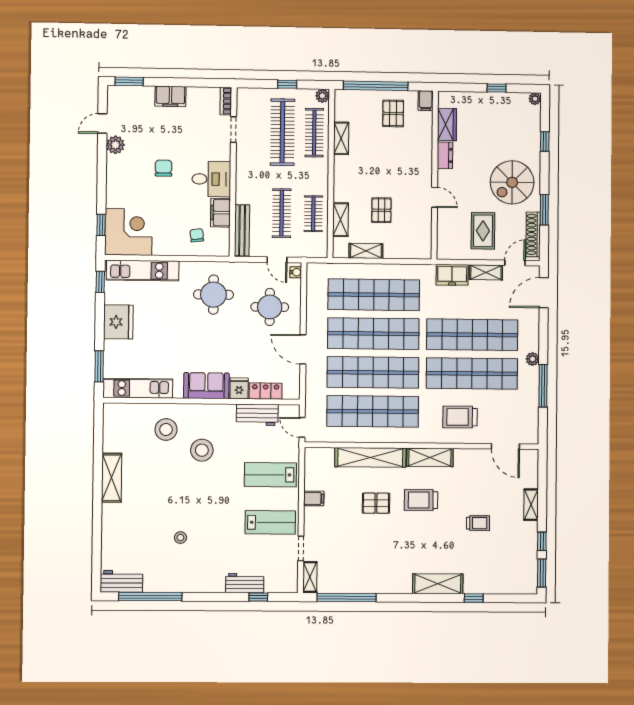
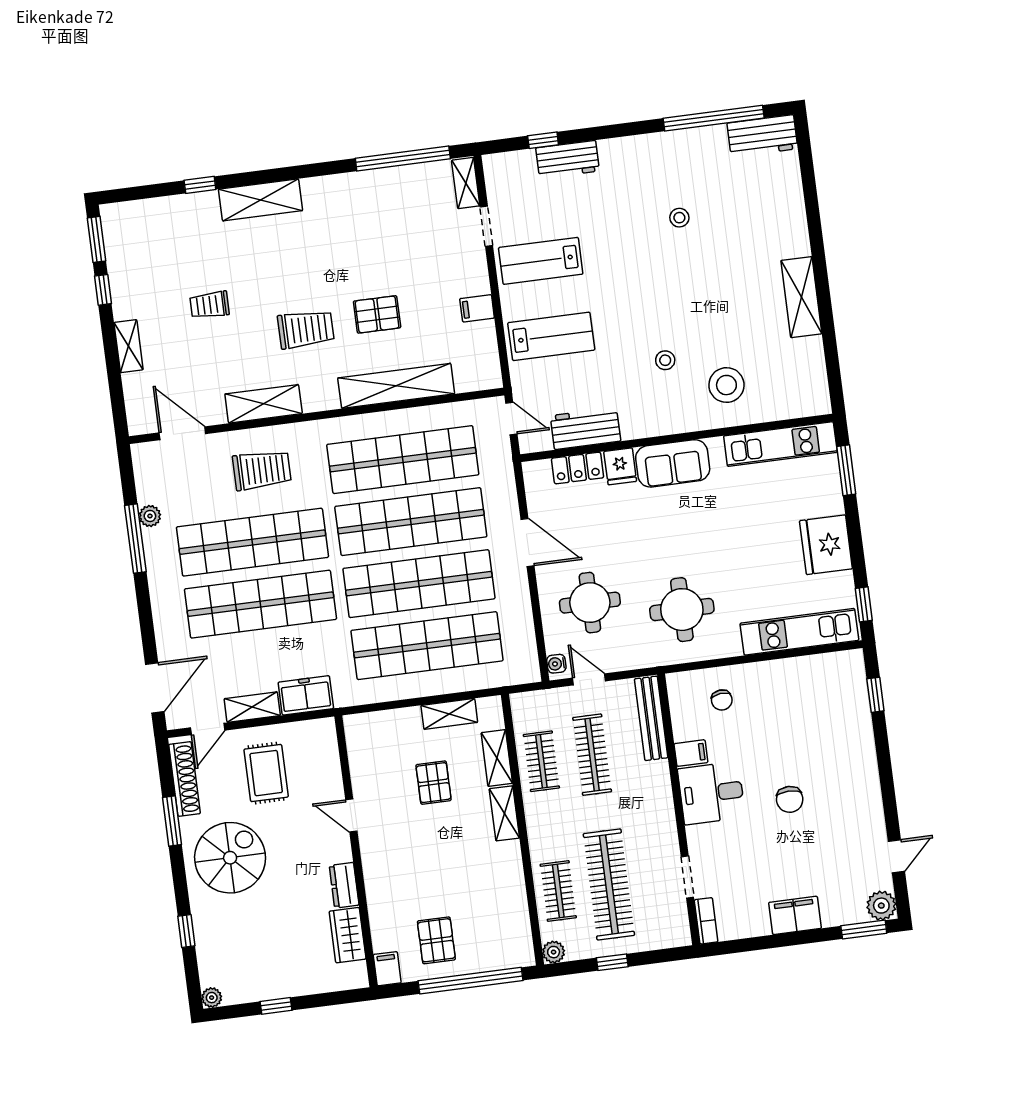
clothes rail: (314, 133) -> (558, 891), width x0.73
shelving: (341, 138) -> (504, 813), moved
plant: (115, 145) -> (881, 906), moved
filing cabinet: (220, 213) -> (691, 753), width x0.50
corner desk: (129, 232) -> (830, 690), removed
plant: (533, 359) -> (150, 516), moved
stool: (202, 450) -> (665, 360), width x0.53, depth x0.53
shelving: (430, 457) -> (264, 404), moved

